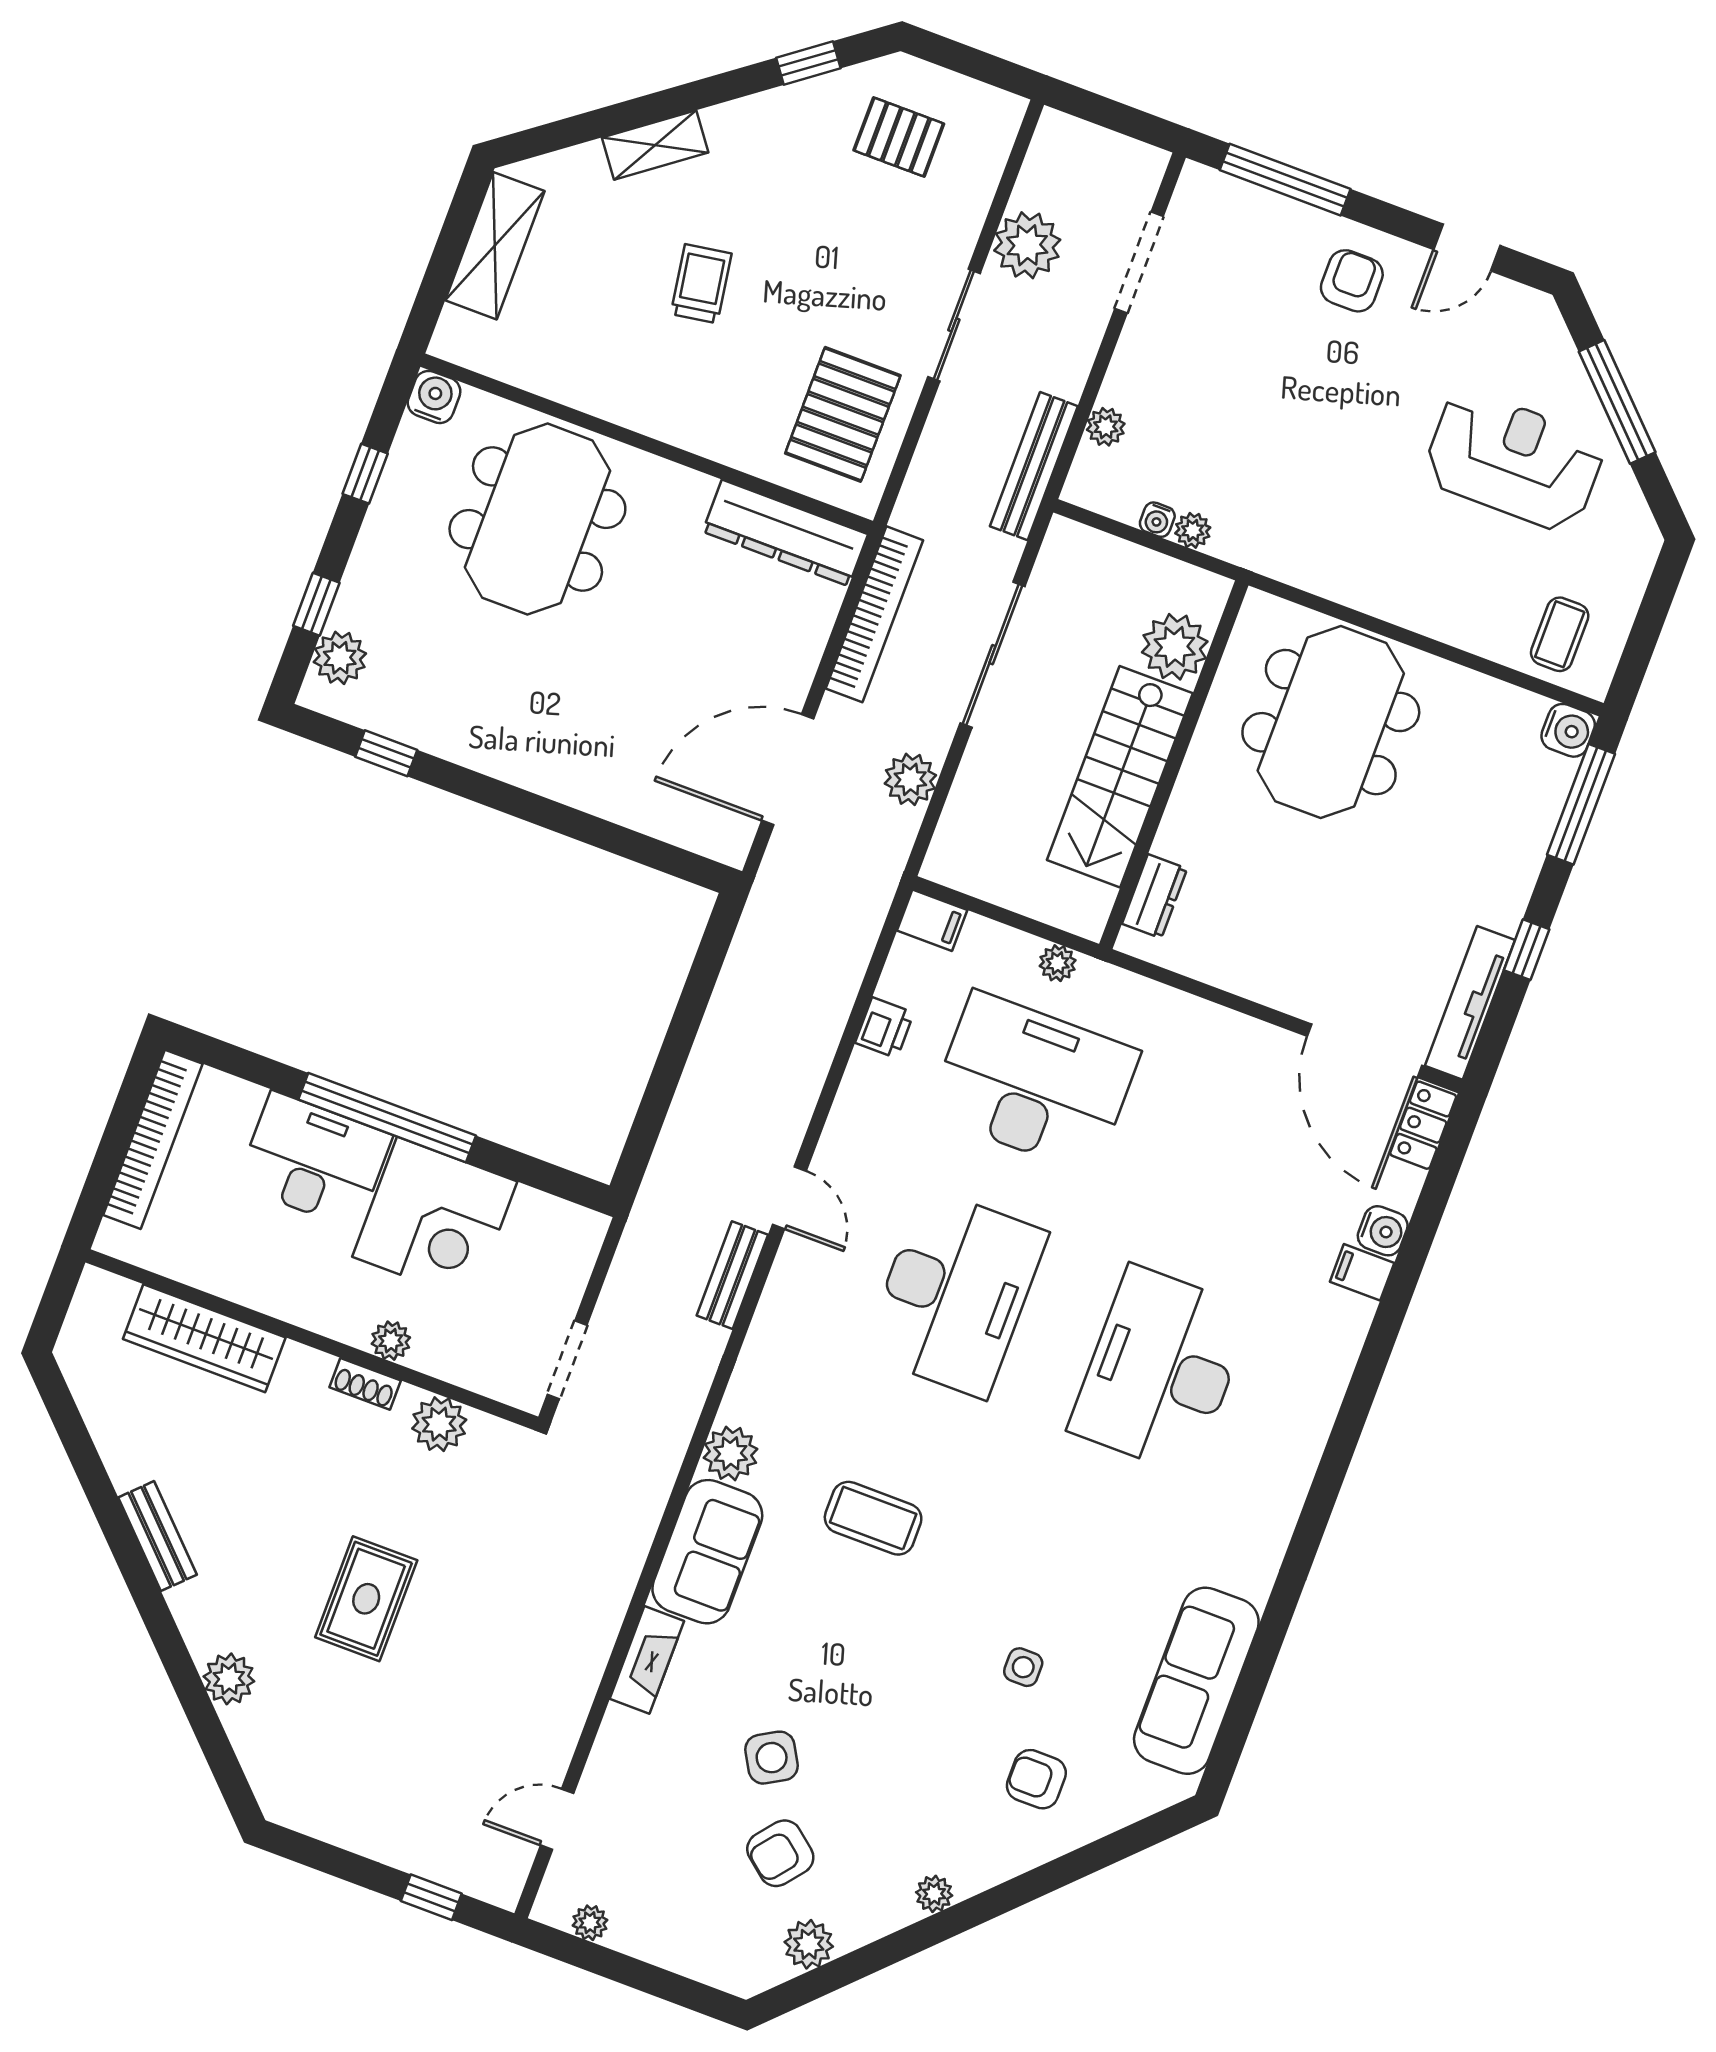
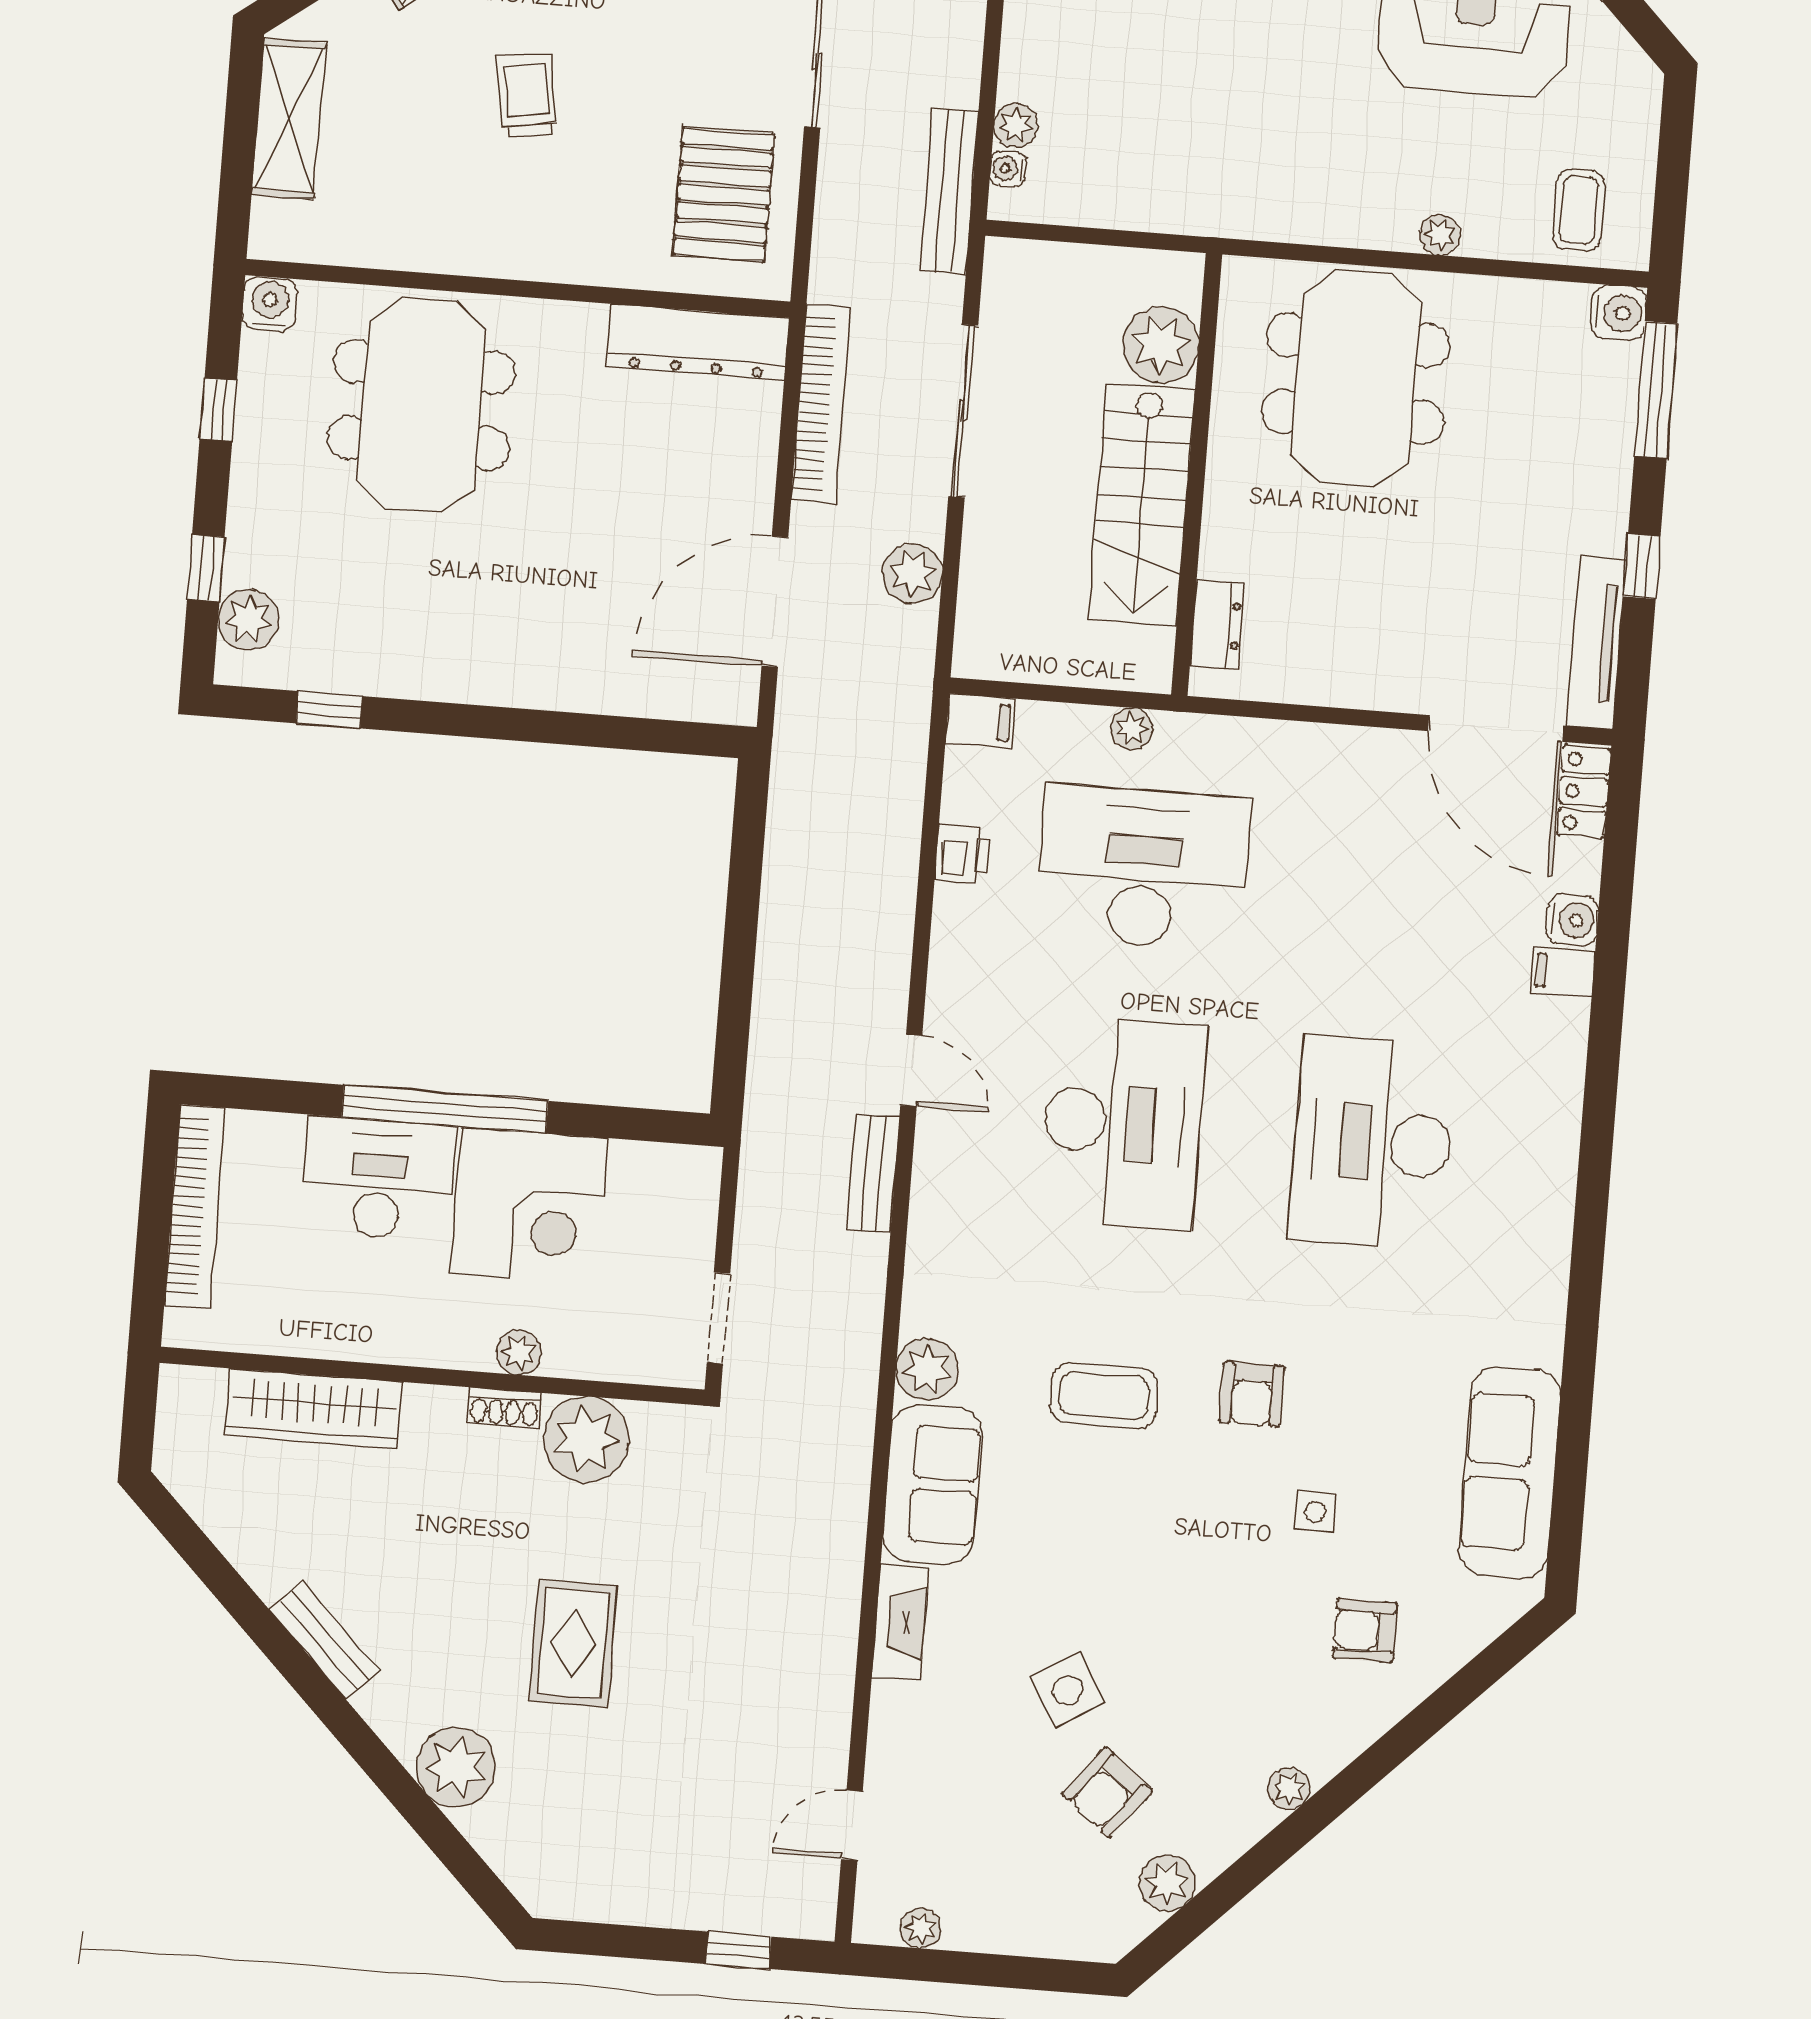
water cooler: (1157, 520) -> (1008, 169), moved, turned 90
plant: (1193, 530) -> (1440, 235), moved
plant: (439, 1424) -> (586, 1439), width x1.36, depth x1.36
armchair: (998, 1553) -> (1252, 1394), added
plant: (229, 1679) -> (456, 1767), width x1.36, depth x1.36

